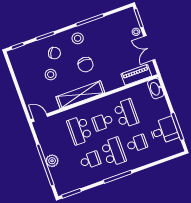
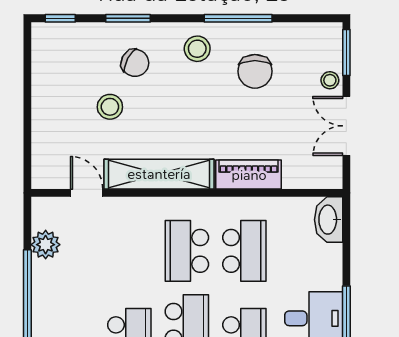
chair: (86, 65) -> (255, 71), moved
piano: (136, 75) -> (249, 175), moved
door: (40, 118) -> (87, 193), moved
school desk: (103, 122) -> (187, 251), width x1.85
school desk: (79, 130) -> (129, 251), removed
plant: (52, 161) -> (46, 245), moved

